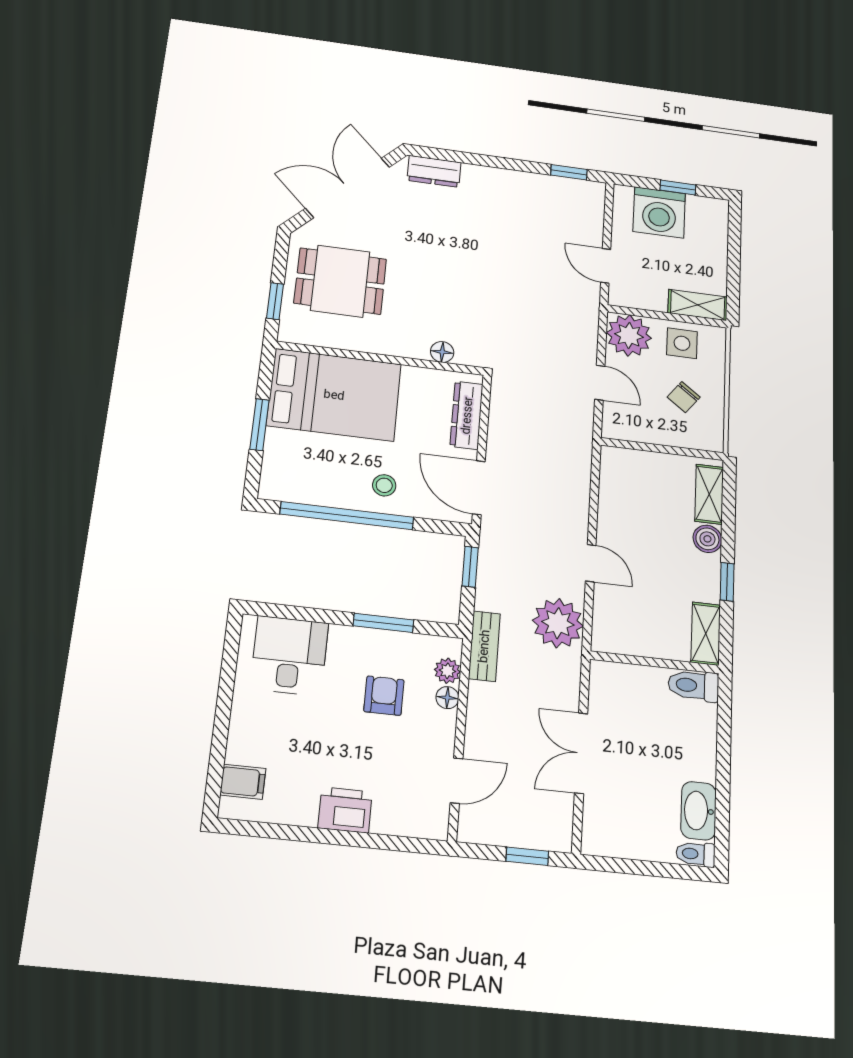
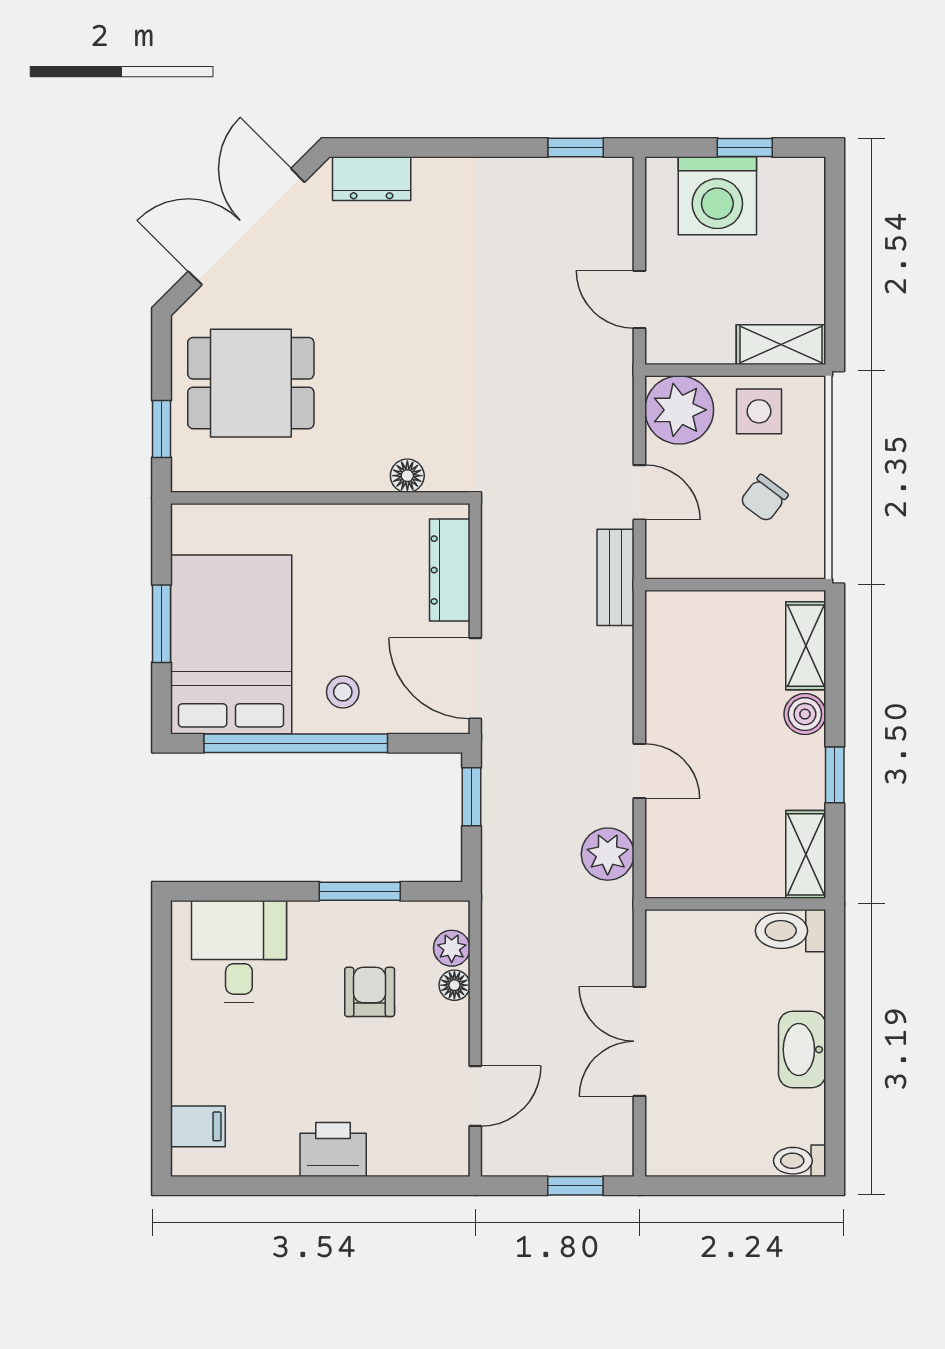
bed: (334, 395) -> (231, 645), moved, turned -90
plant: (558, 623) -> (608, 854), width x0.73, depth x0.73
bench: (484, 646) -> (616, 577), moved
washbasin: (698, 811) -> (802, 1050), moved

